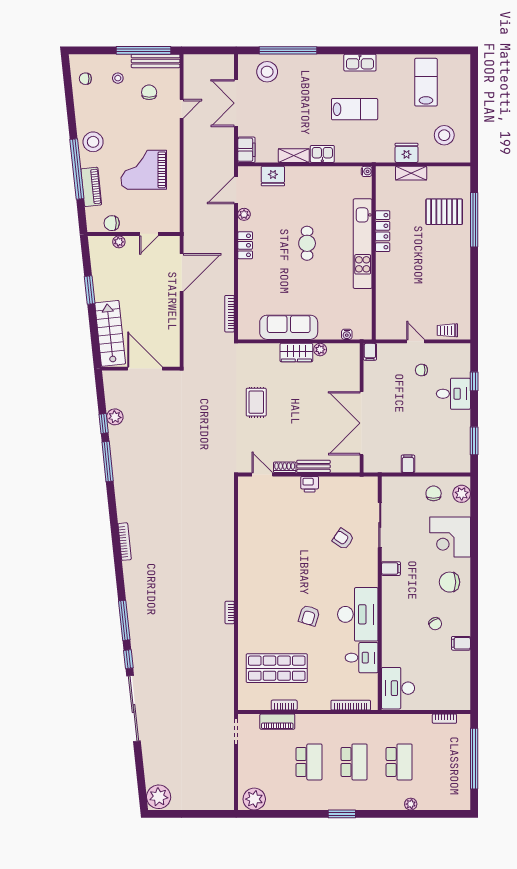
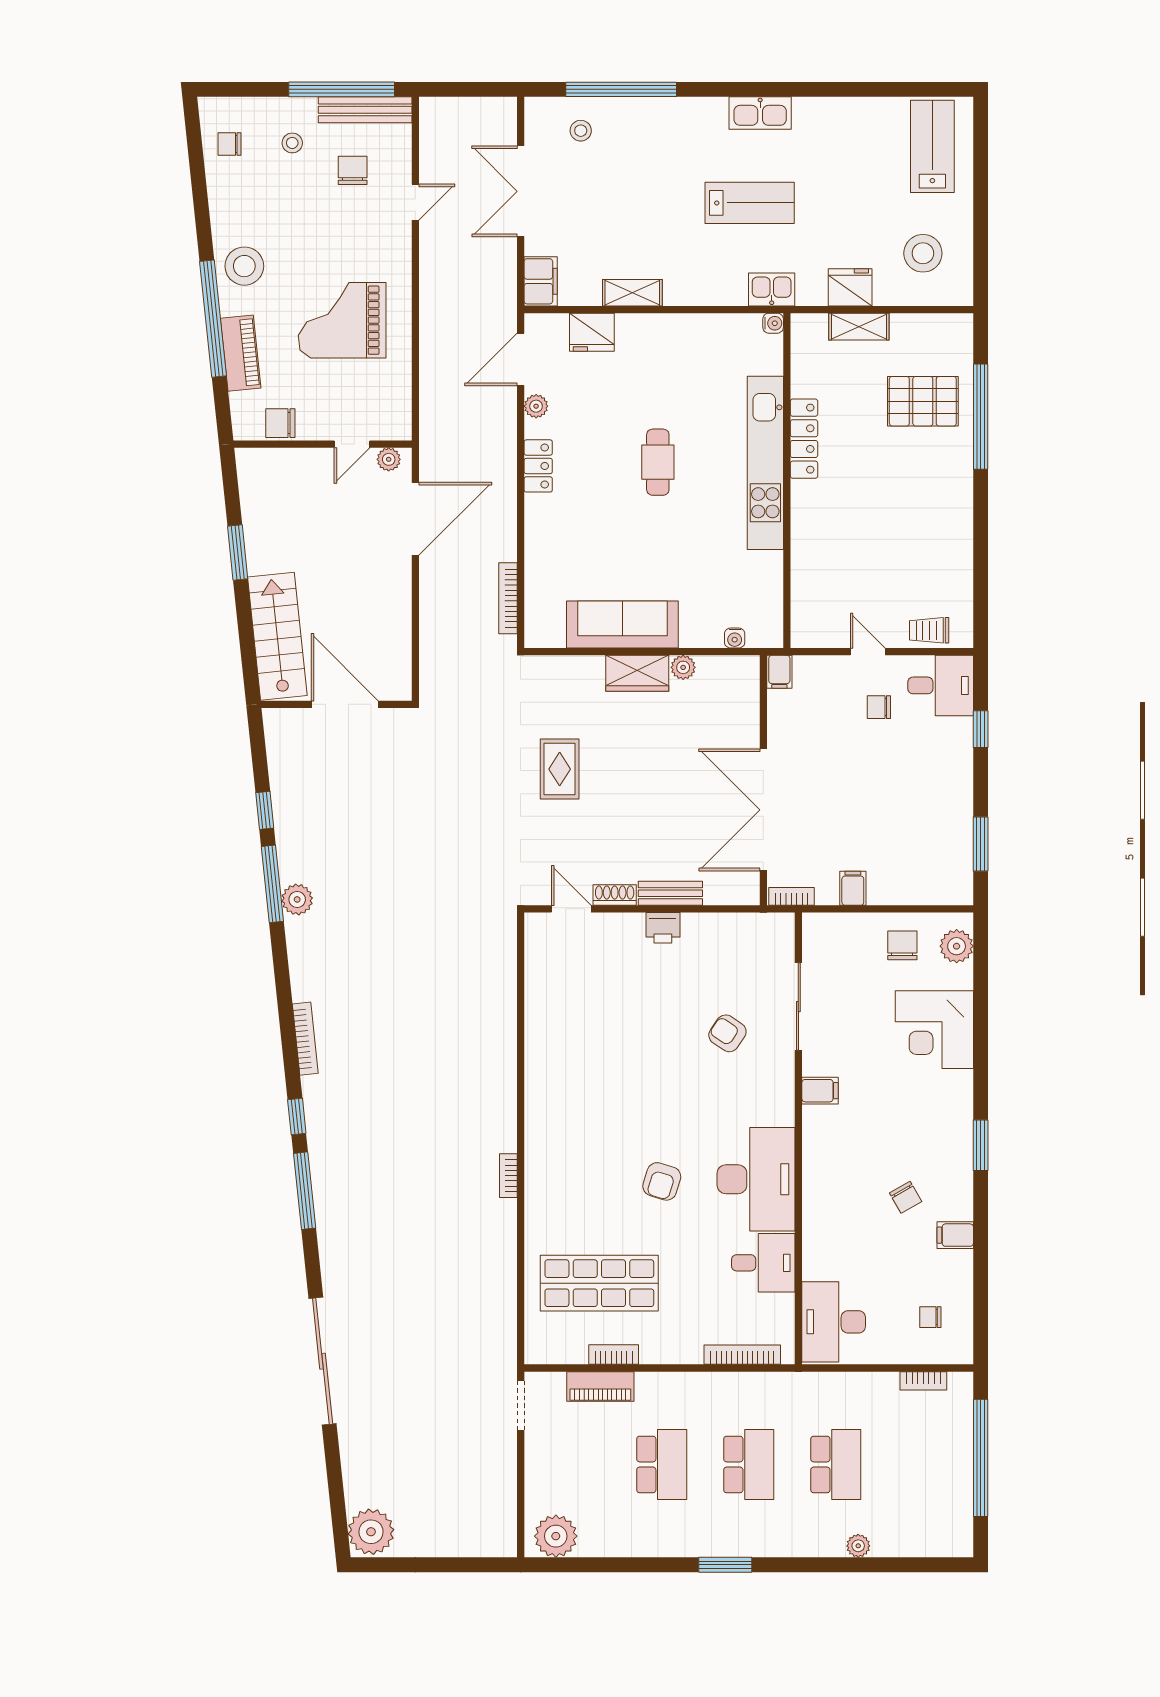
stool: (267, 72) -> (581, 131), width x0.53, depth x0.53
lab bench: (426, 82) -> (932, 146), moved
kitchen sink: (322, 154) -> (772, 289), moved
plant: (119, 242) -> (389, 459), moved
desk: (453, 394) -> (941, 685), moved
plant: (115, 417) -> (297, 899), moved
bookcase: (376, 468) -> (792, 896), added
chair: (450, 582) -> (930, 1317), moved, width x0.54, depth x0.54
window: (474, 597) -> (981, 1145), added
window: (128, 659) -> (297, 1116), moved

